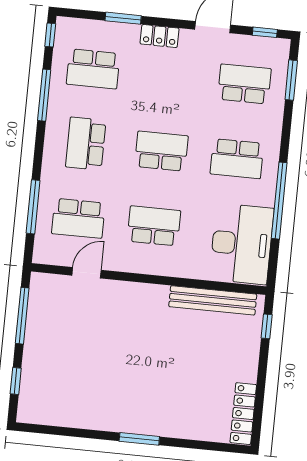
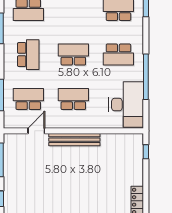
school desk: (86, 144) -> (28, 55), turned 180
school desk: (78, 218) -> (28, 99), turned 180
bench: (213, 300) -> (74, 140), moved

